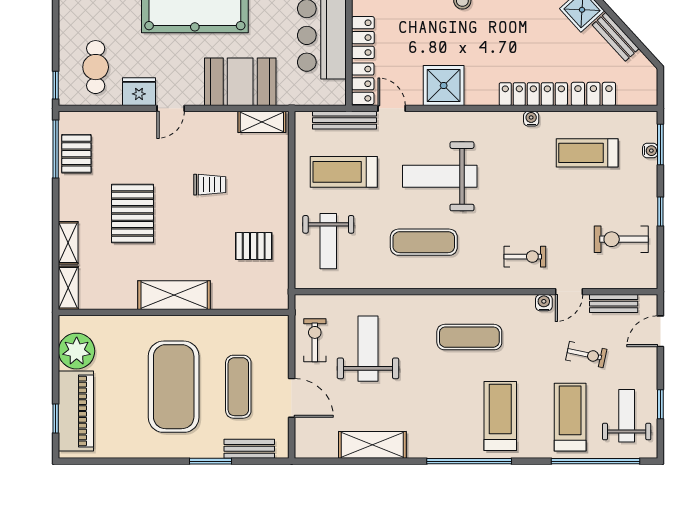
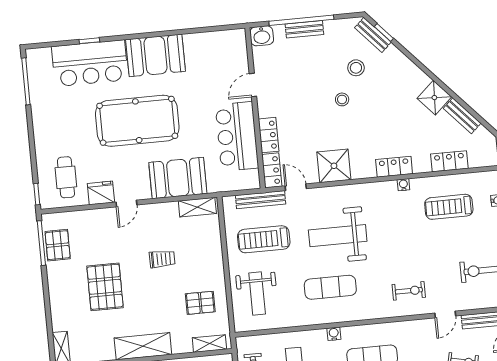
locker: (533, 94) -> (394, 167), width x0.66
shelving: (68, 243) -> (209, 344), moved, turned 90
water cooler: (544, 303) -> (334, 334), moved

